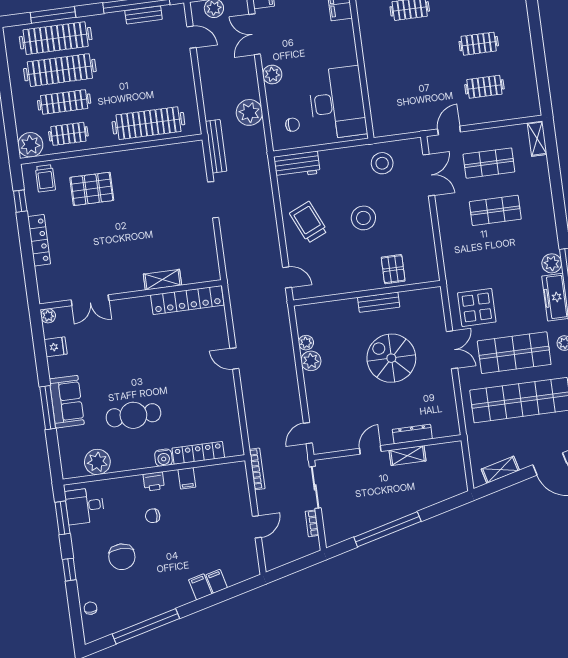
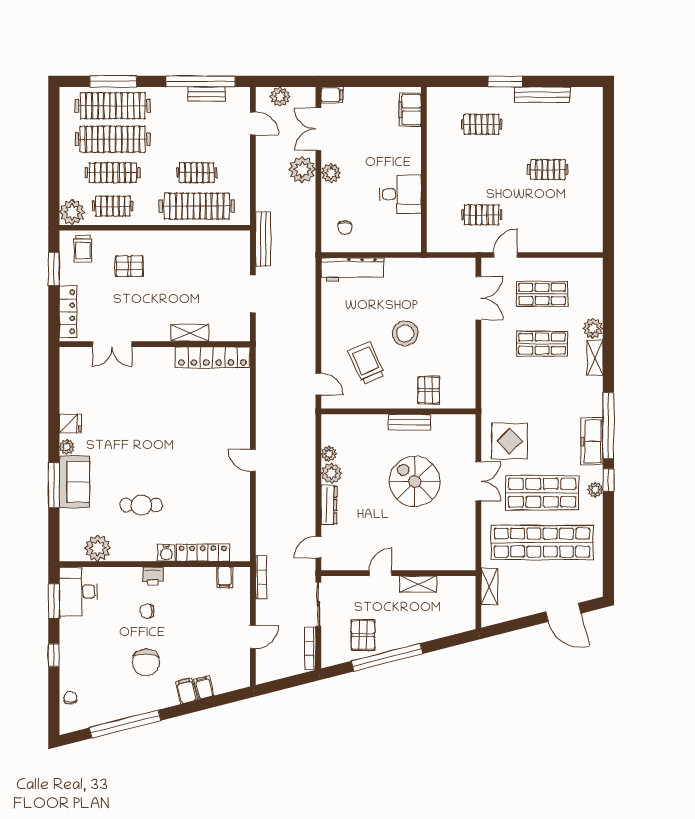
clothes rail: (484, 87) -> (482, 215), moved
clothes rail: (144, 91) -> (197, 173), added
desk: (337, 103) -> (400, 194), width x0.53, depth x0.77
plant: (249, 112) -> (302, 170), moved
chair: (293, 125) -> (345, 227), turned 90
shelving: (537, 139) -> (595, 358), moved
stool: (382, 163) -> (432, 279), removed
workbench: (297, 165) -> (353, 270), width x1.37
pallet: (92, 189) -> (129, 266), width x0.67, depth x0.71
window: (20, 201) -> (54, 269), width x1.50
trolley: (308, 222) -> (366, 363), moved
plant: (552, 263) -> (593, 328), moved
shelving: (162, 280) -> (190, 333), moved
wall: (131, 295) -> (155, 344), moved
double door: (90, 300) -> (112, 344), moved
locker: (187, 300) -> (212, 357), moved
plant: (48, 316) -> (67, 447), moved
cafe table: (133, 415) -> (141, 505), width x0.73, depth x0.74
dresser: (412, 434) -> (329, 505), moved, turned 90
shelving: (500, 470) -> (489, 587), moved, turned -76
filing cabinet: (187, 478) -> (225, 577), moved
desk: (85, 506) -> (78, 592), width x1.37
pallet: (362, 511) -> (363, 635), added
bookcase: (312, 523) -> (310, 649), width x1.56
chair: (122, 557) -> (146, 662), moved

